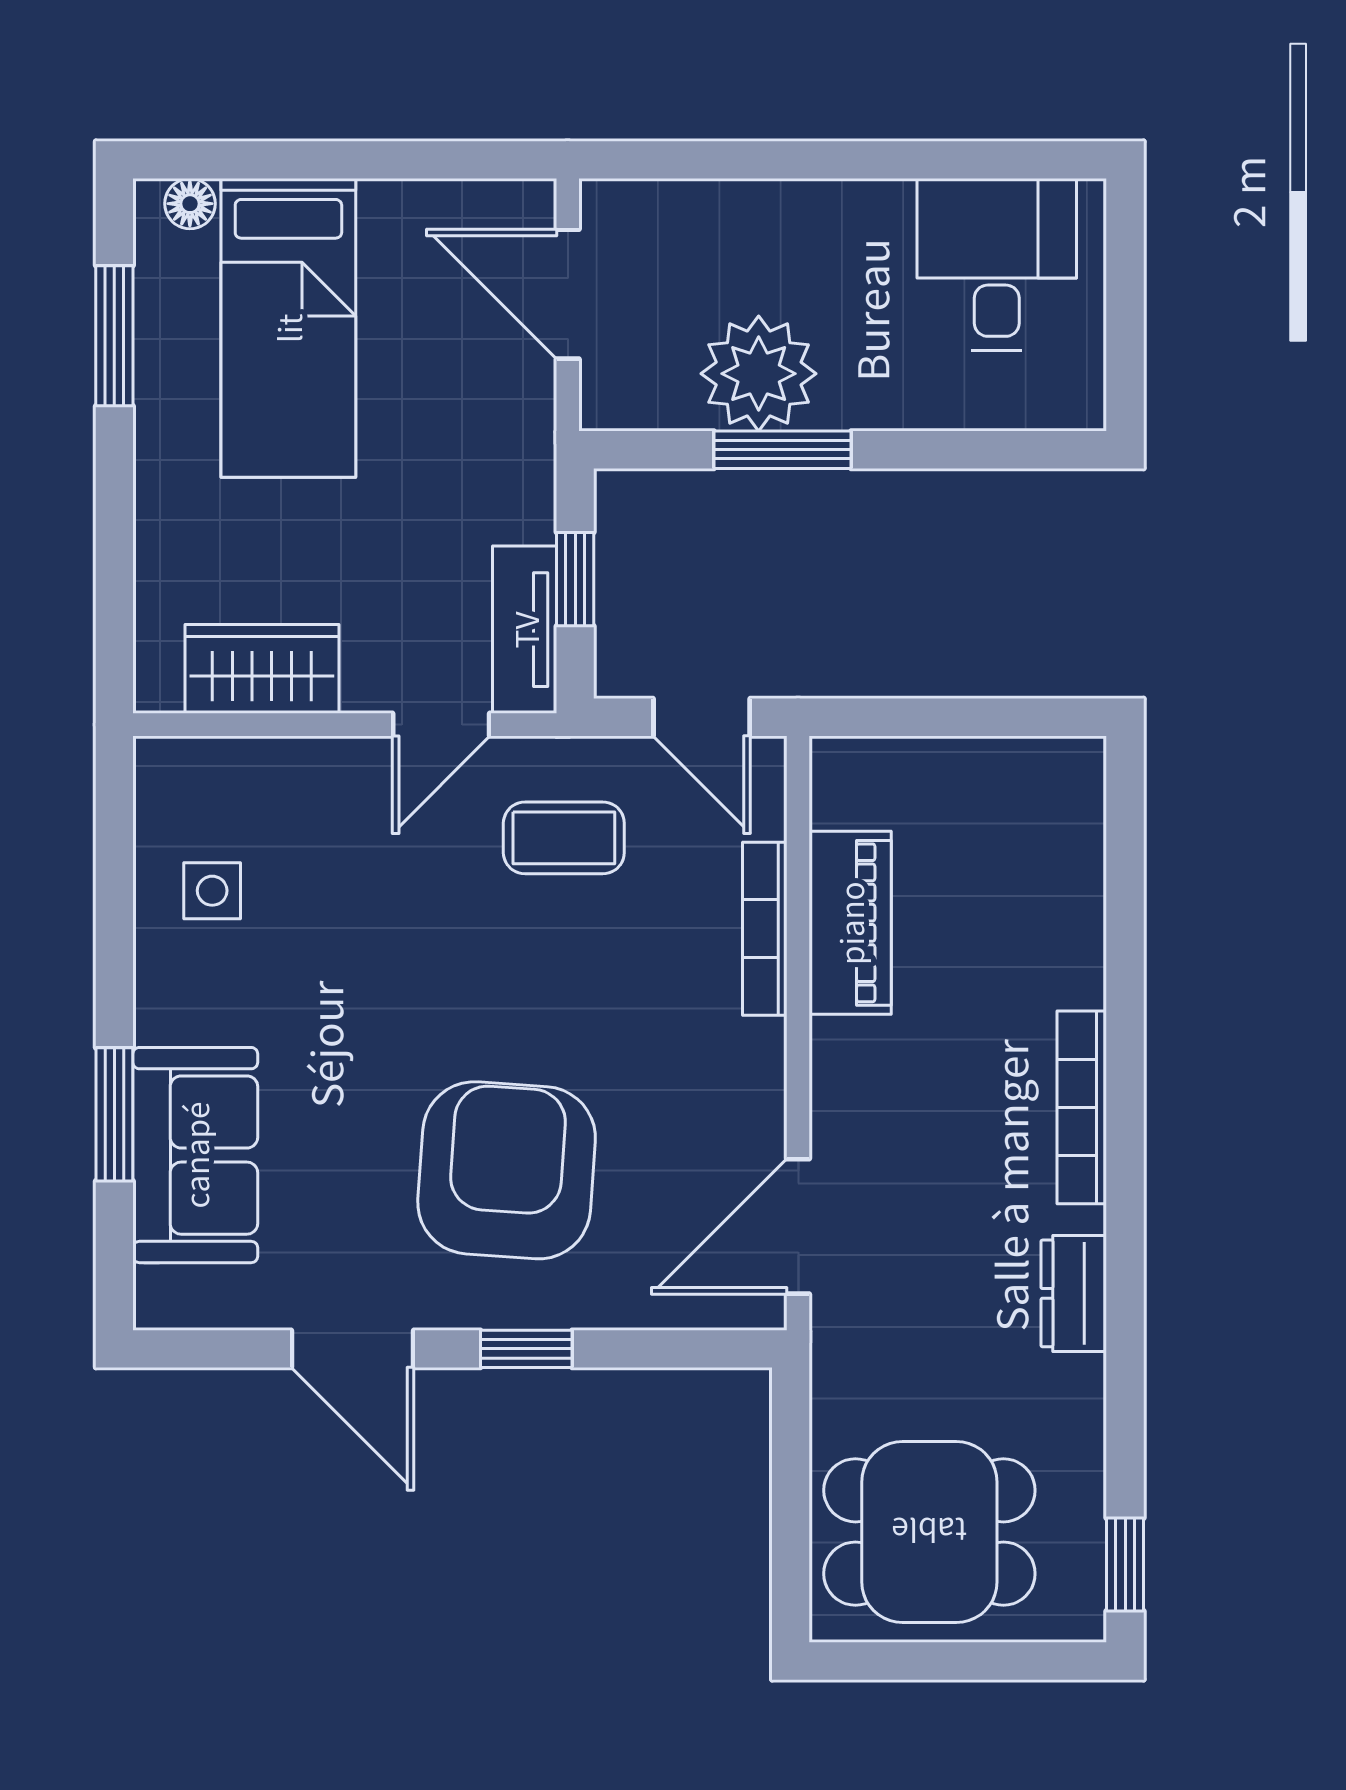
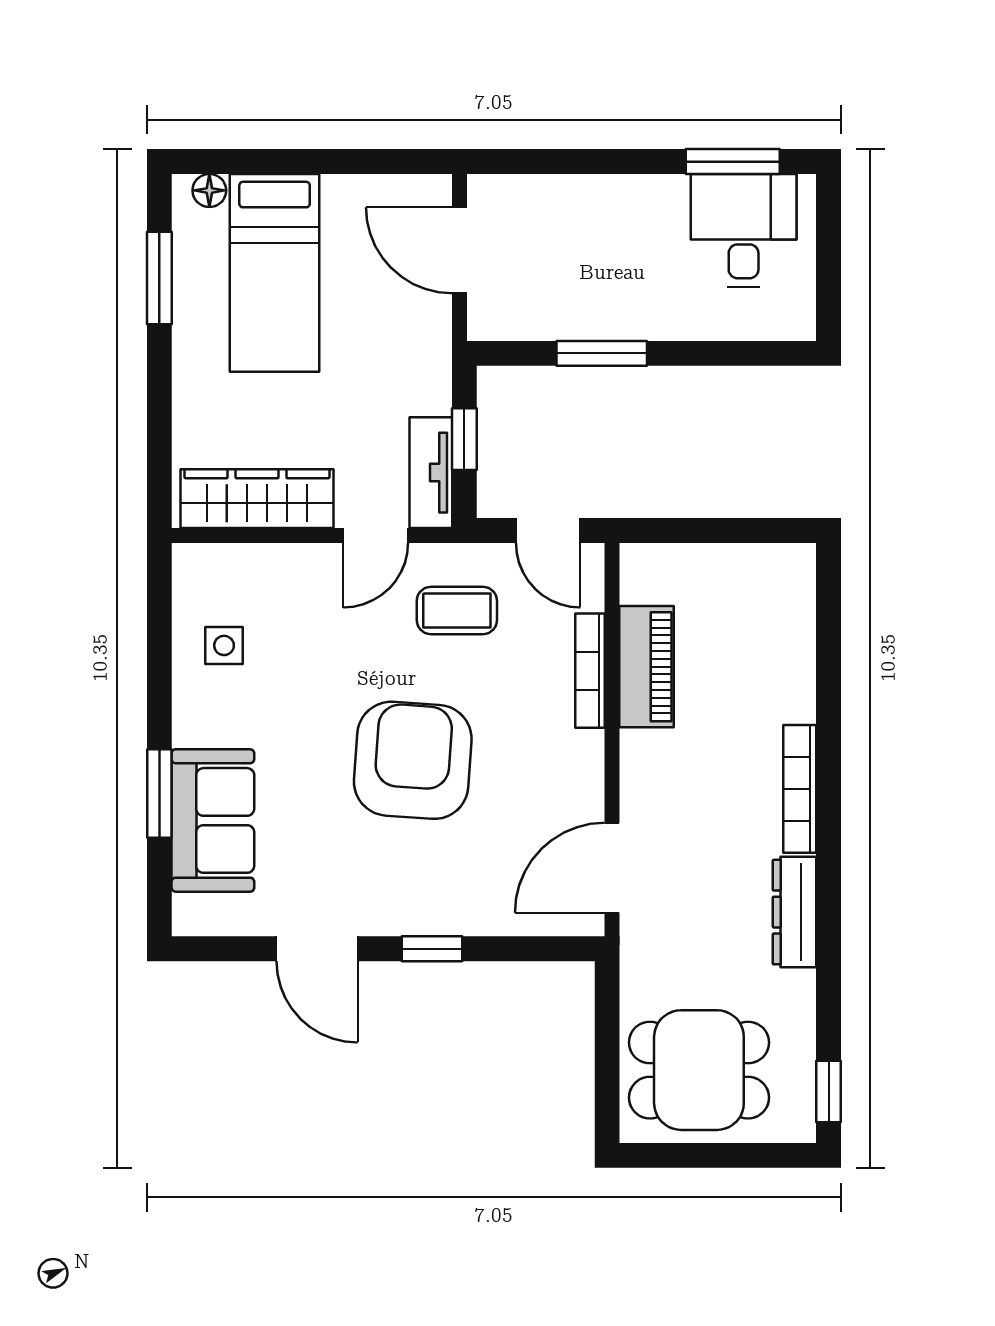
window: (980, 160) -> (733, 162), added
plant: (759, 374) -> (586, 303), removed
wardrobe: (262, 669) -> (257, 499), width x1.50
armchair: (507, 1170) -> (413, 760), moved
dresser: (1074, 1293) -> (795, 912), width x1.44

